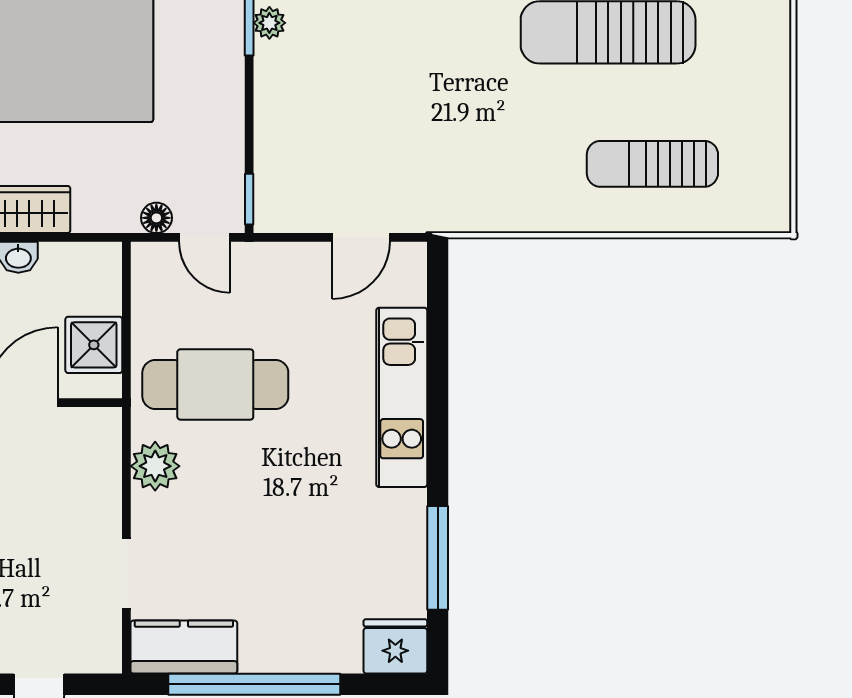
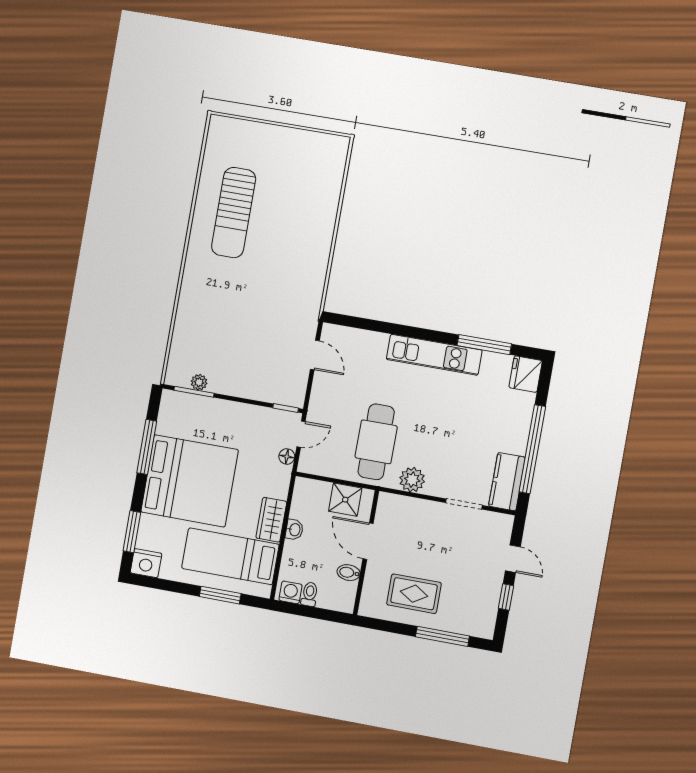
sun lounger: (652, 164) -> (304, 201), removed
kitchen unit: (402, 397) -> (434, 355), moved

